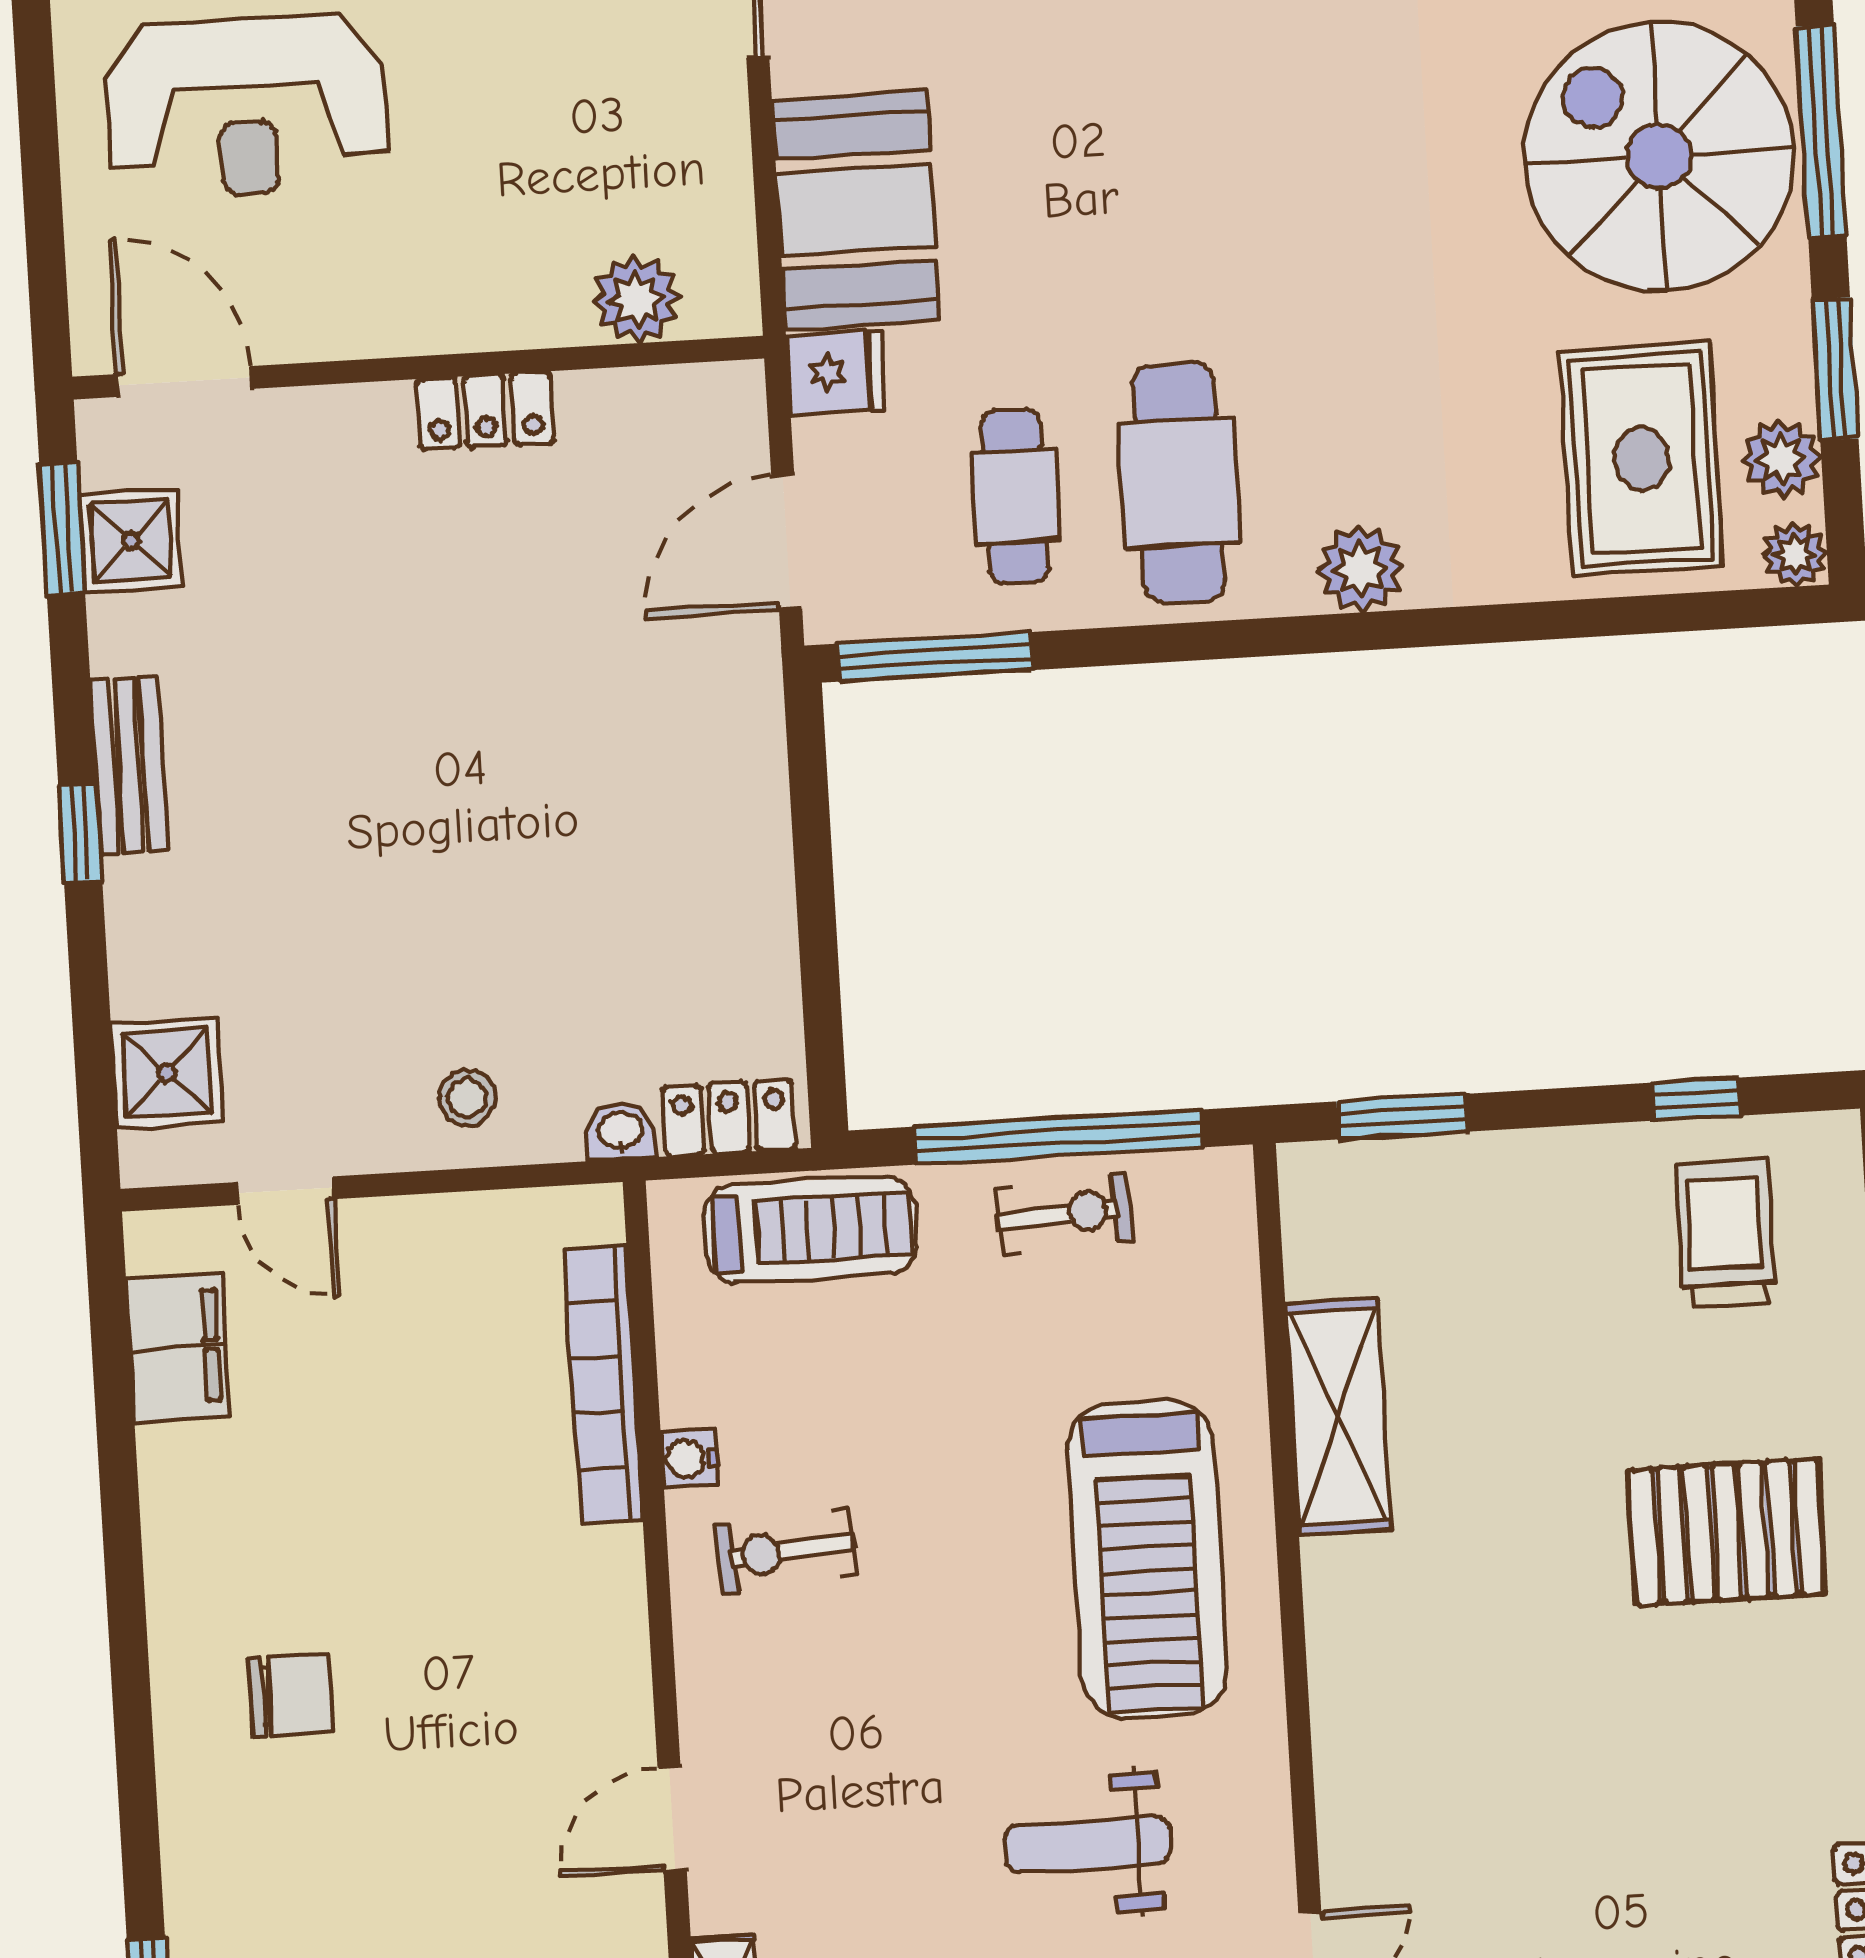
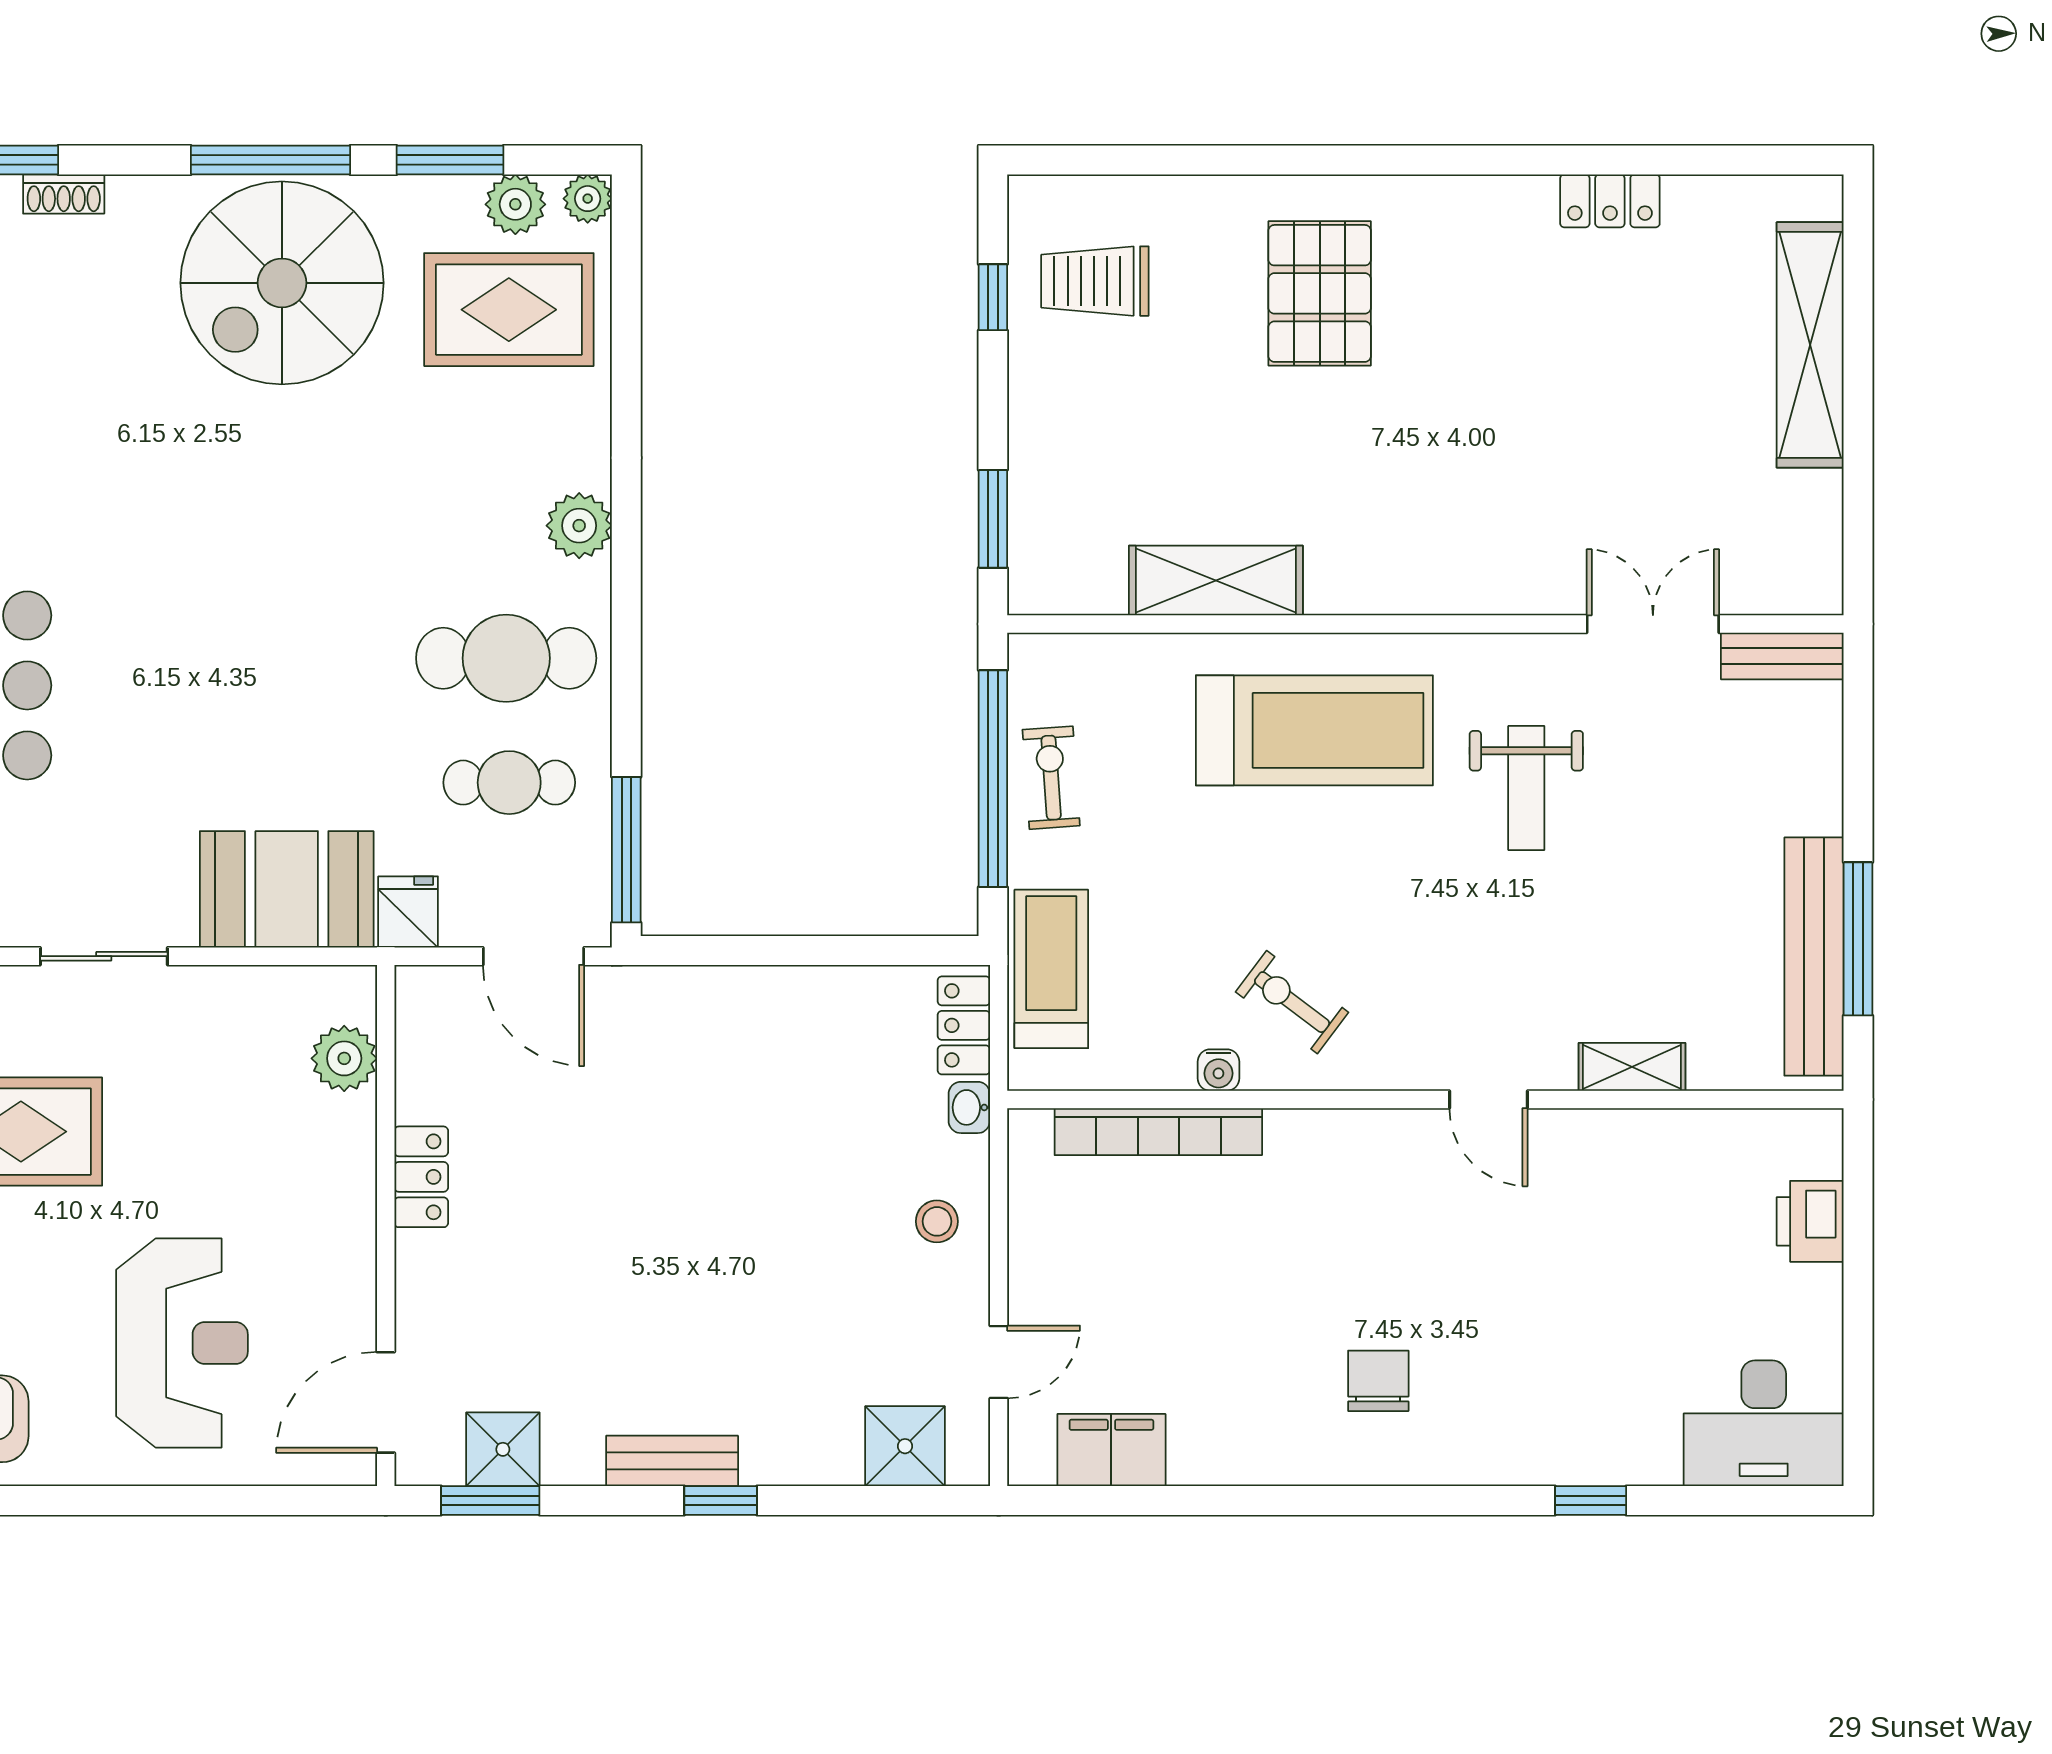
exercise bike: (786, 1551) -> (1292, 1002), turned 132

